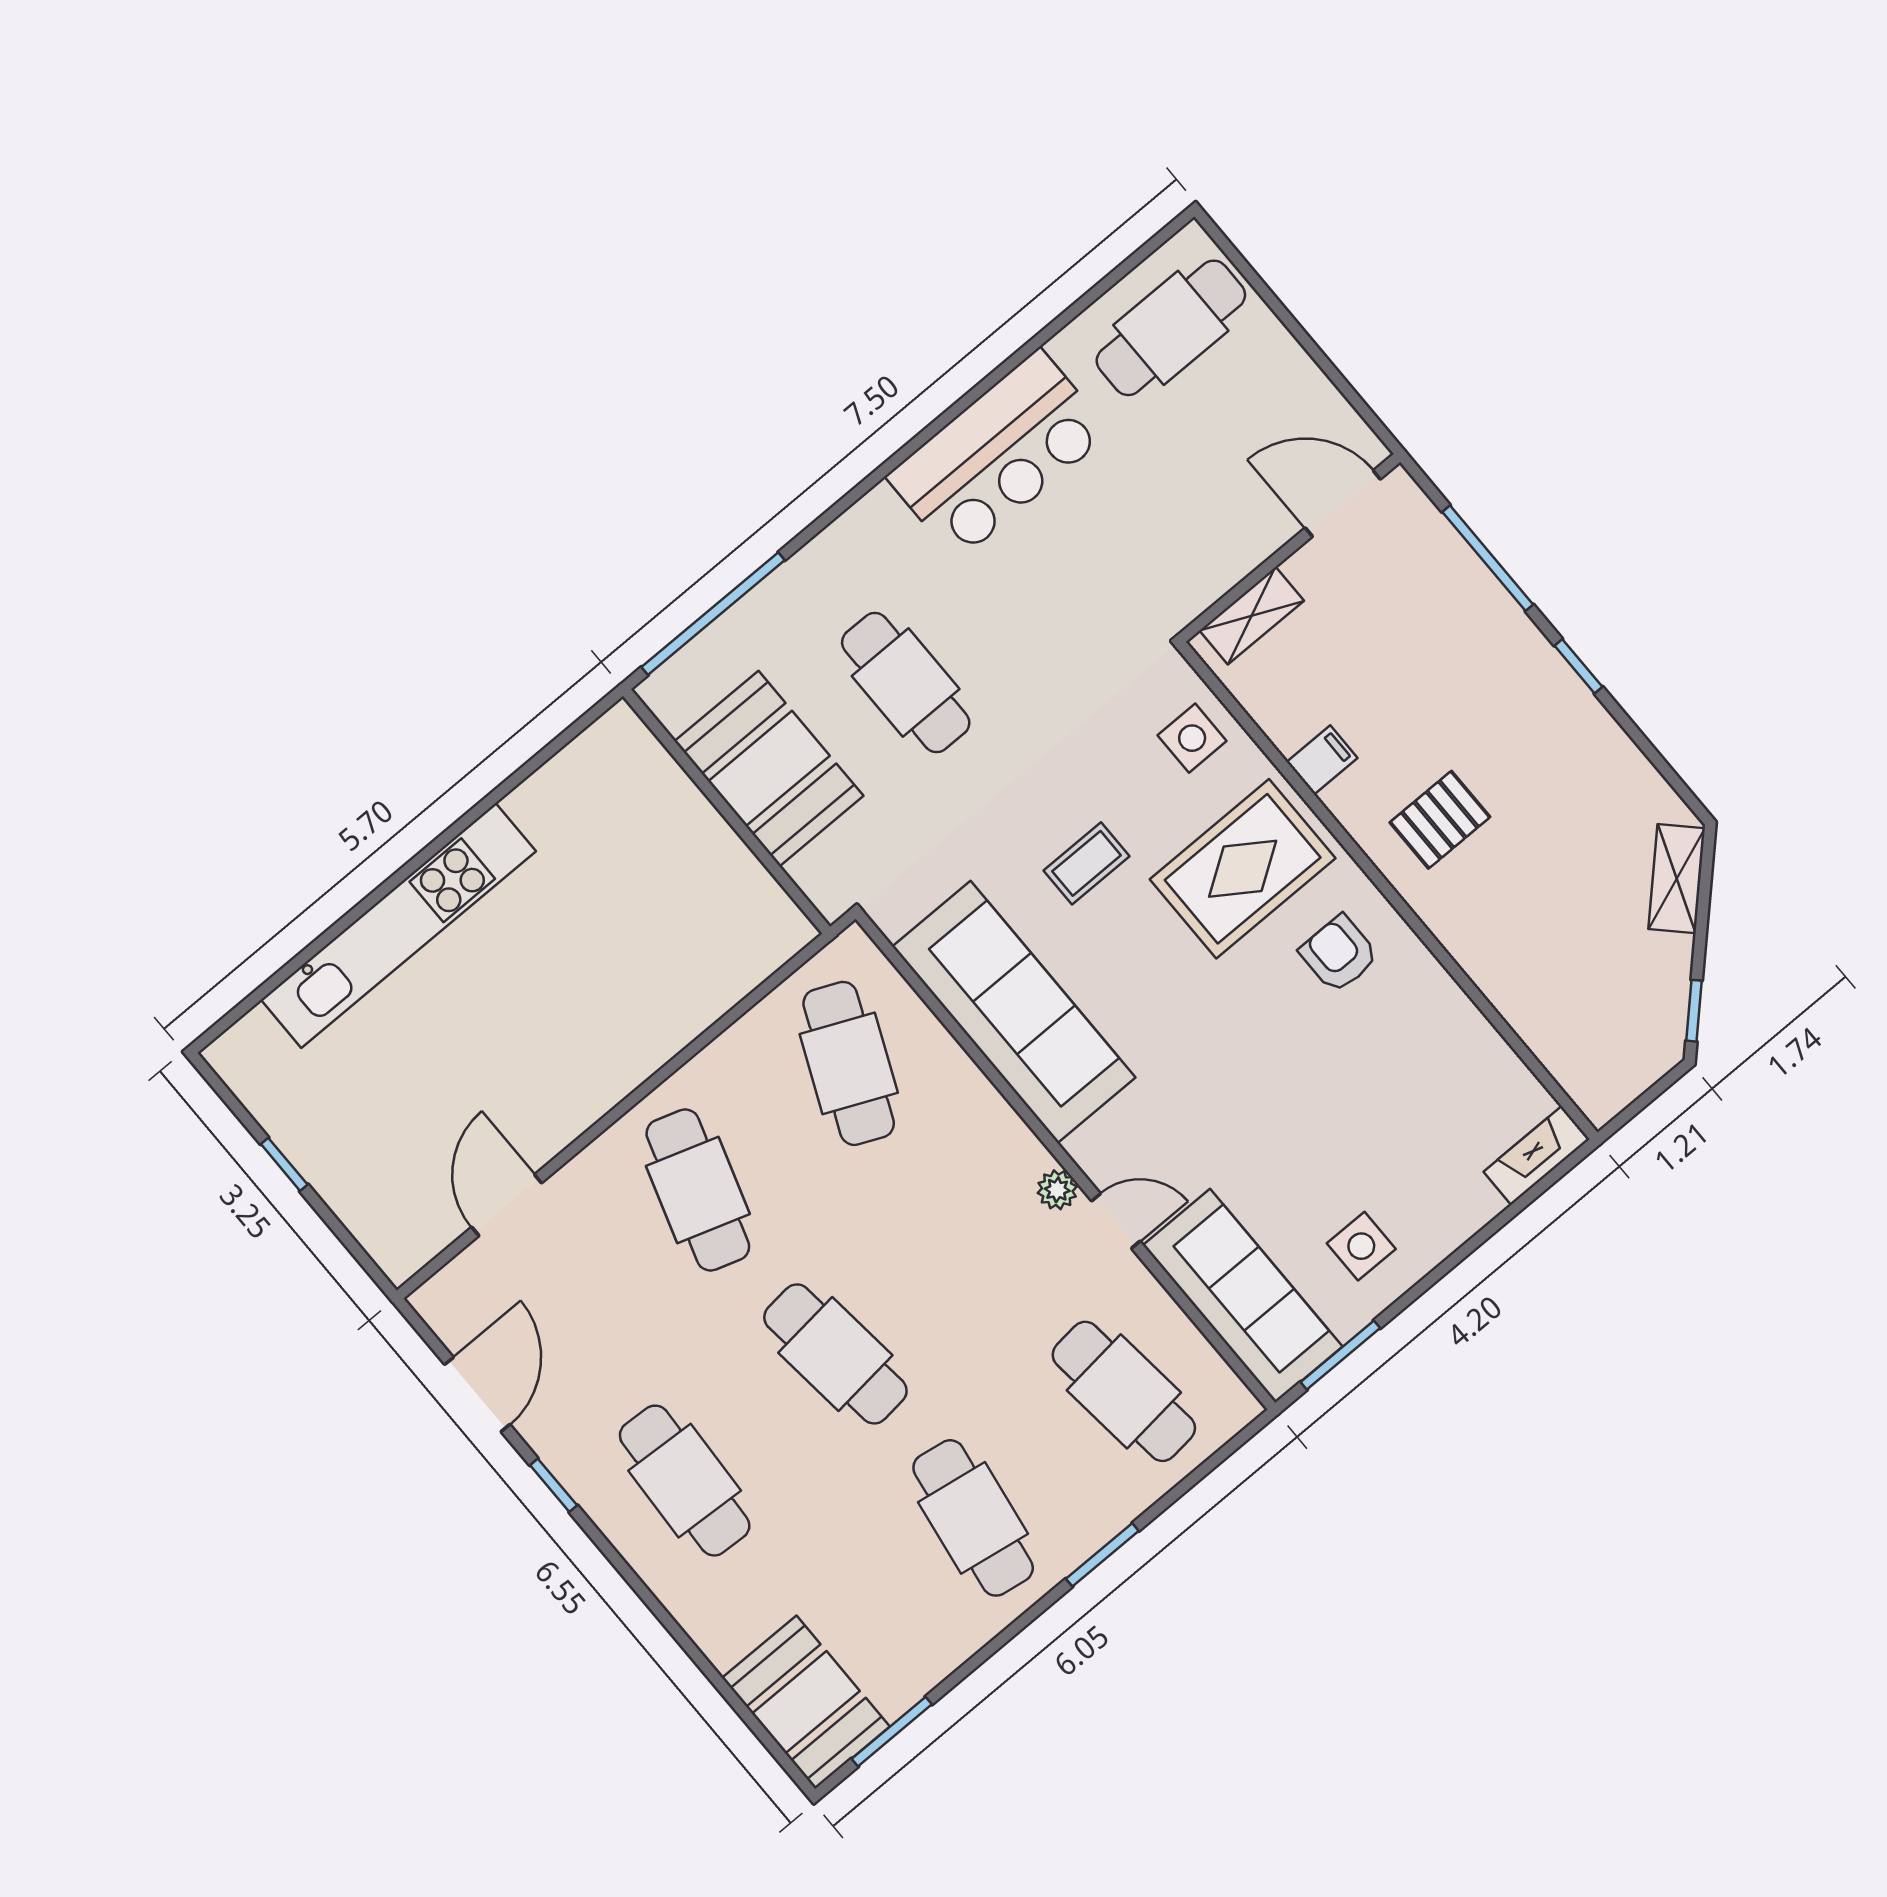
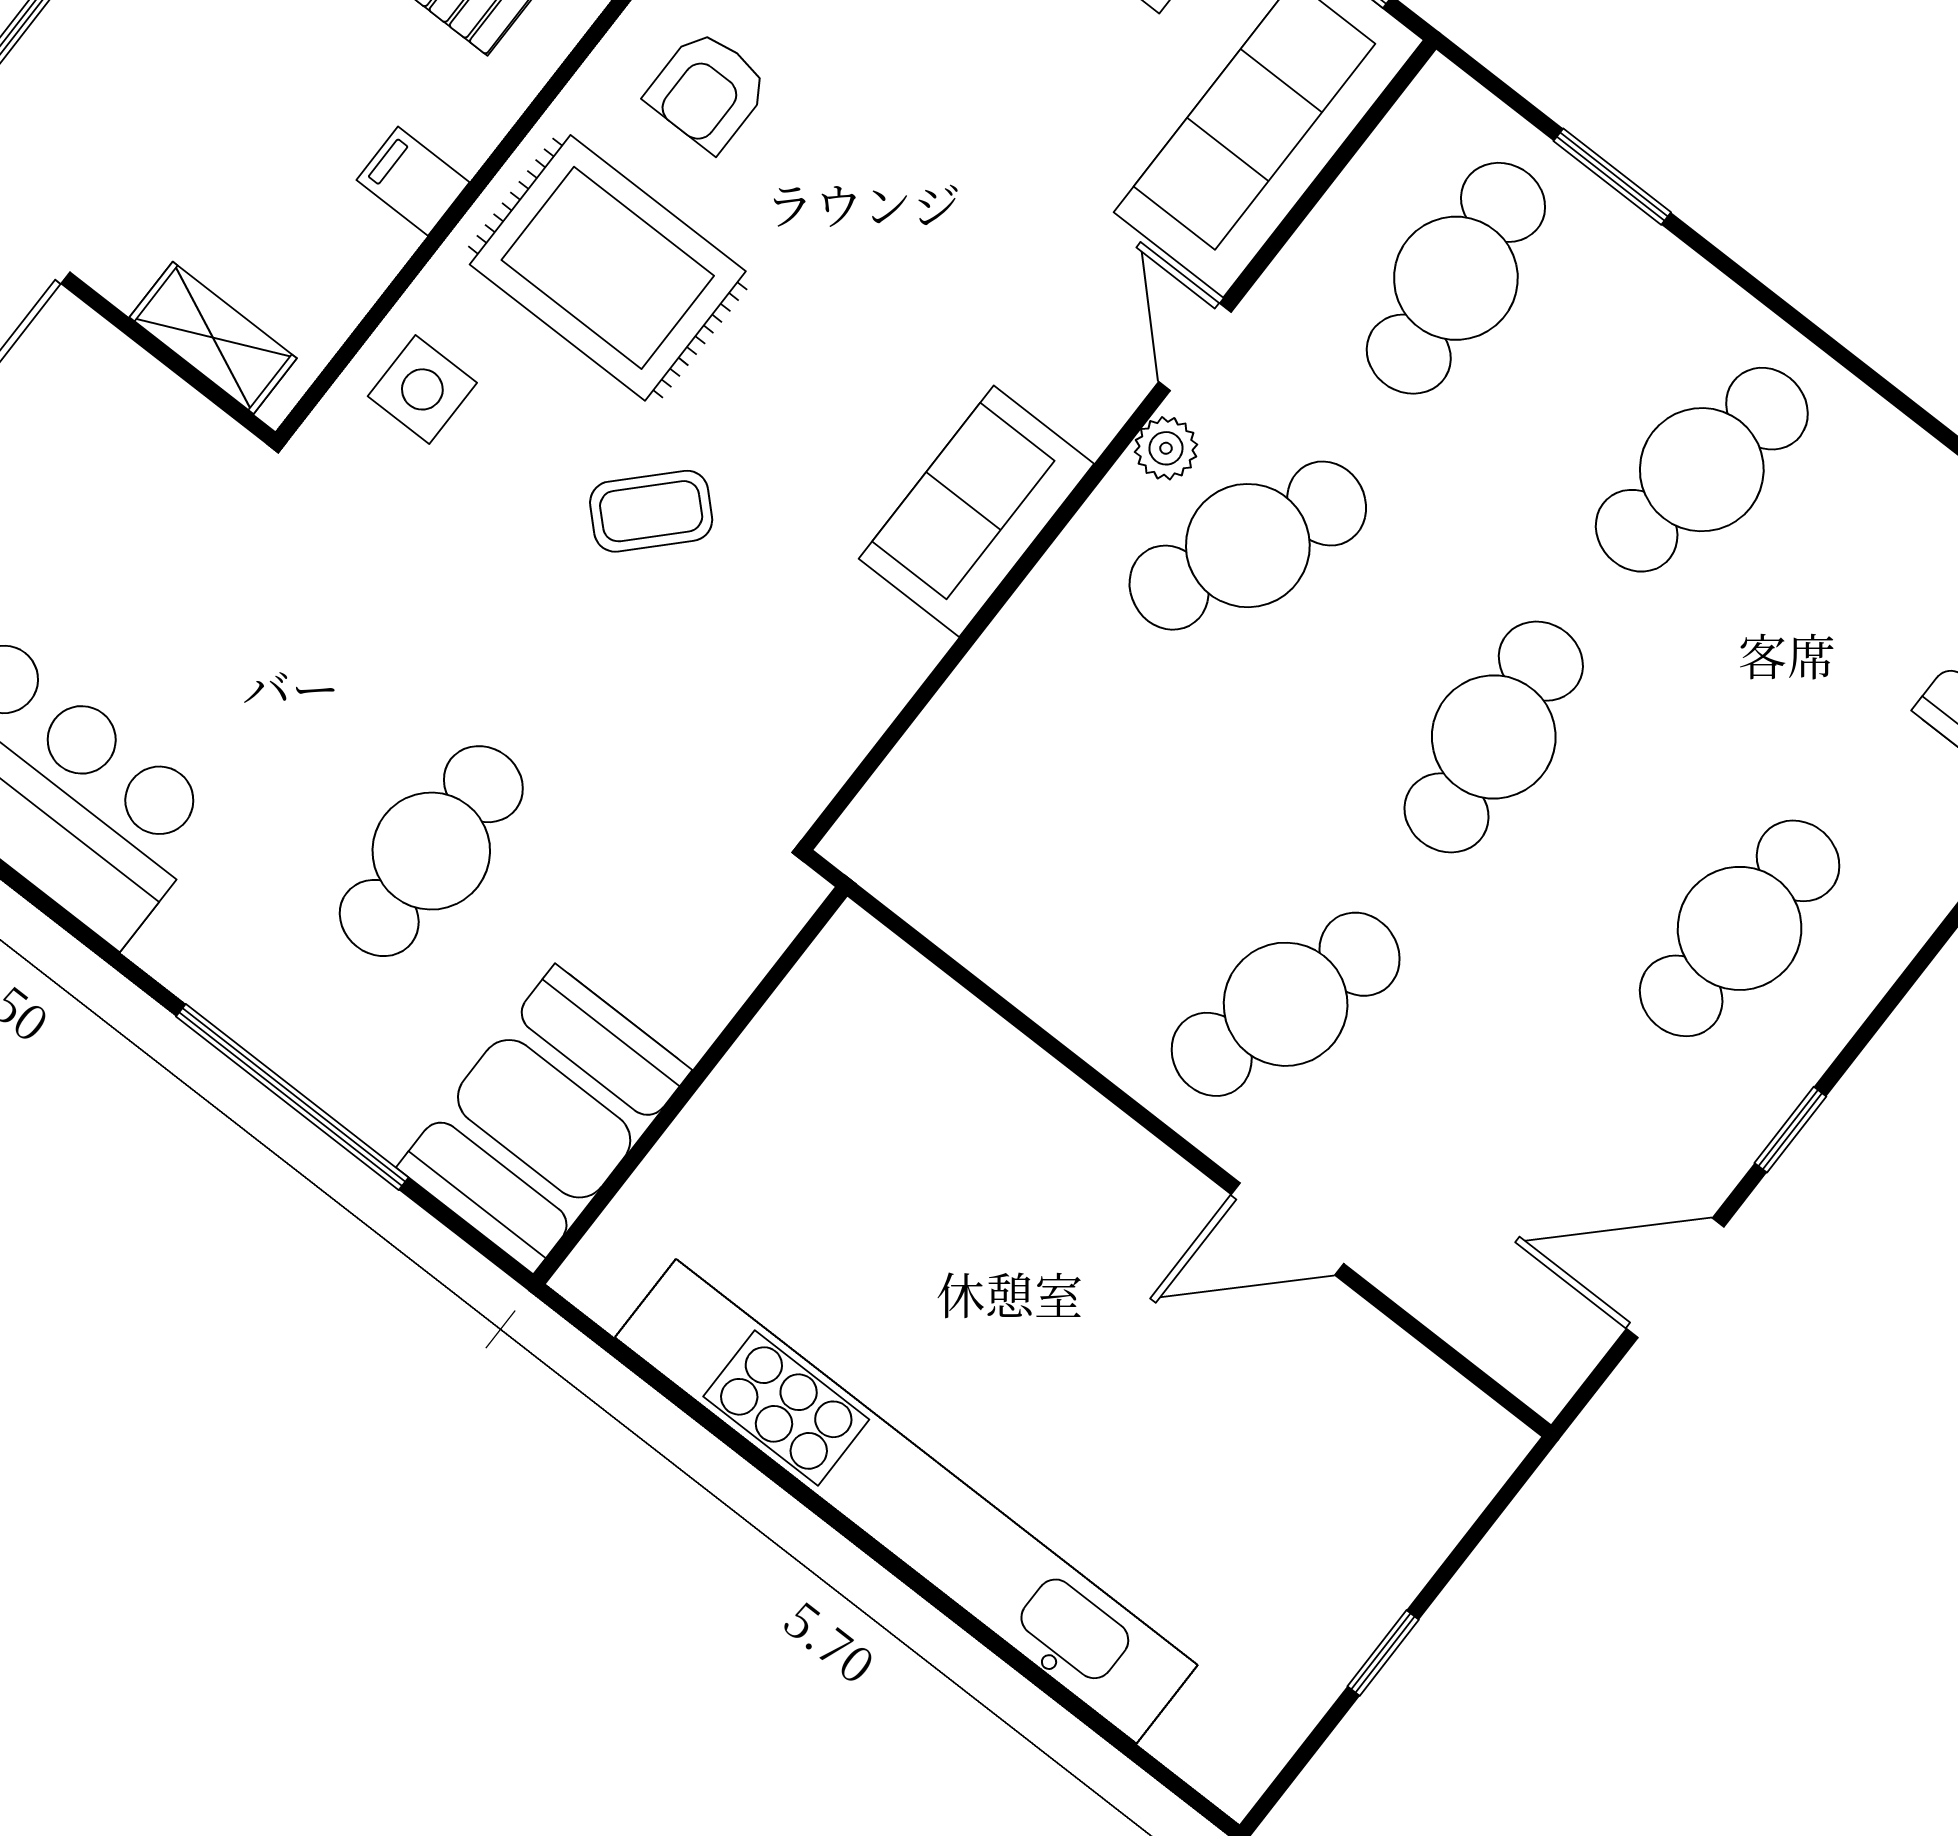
window: (713, 614) -> (292, 1097), moved
booth: (769, 769) -> (544, 1119), moved
coffee table: (1087, 863) -> (651, 511), turned -46
kitchen unit: (398, 926) -> (906, 1501), width x1.36
sofa: (1014, 1012) -> (976, 511), width x0.54, depth x0.79
cafe table: (849, 1063) -> (1248, 546), moved
door: (507, 1205) -> (1287, 1229), moved
window: (1102, 1555) -> (1612, 177), moved

